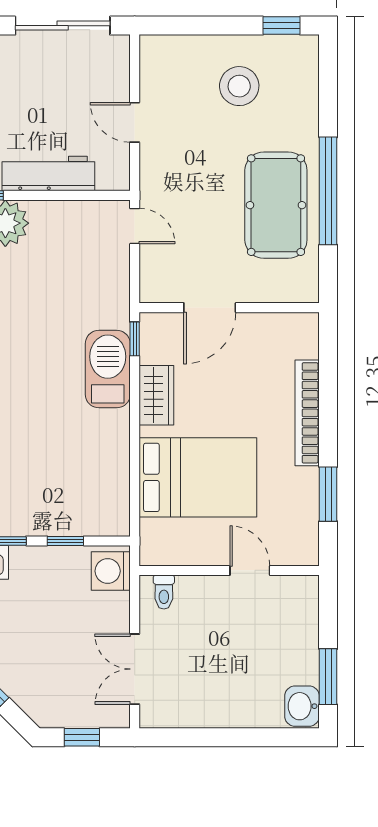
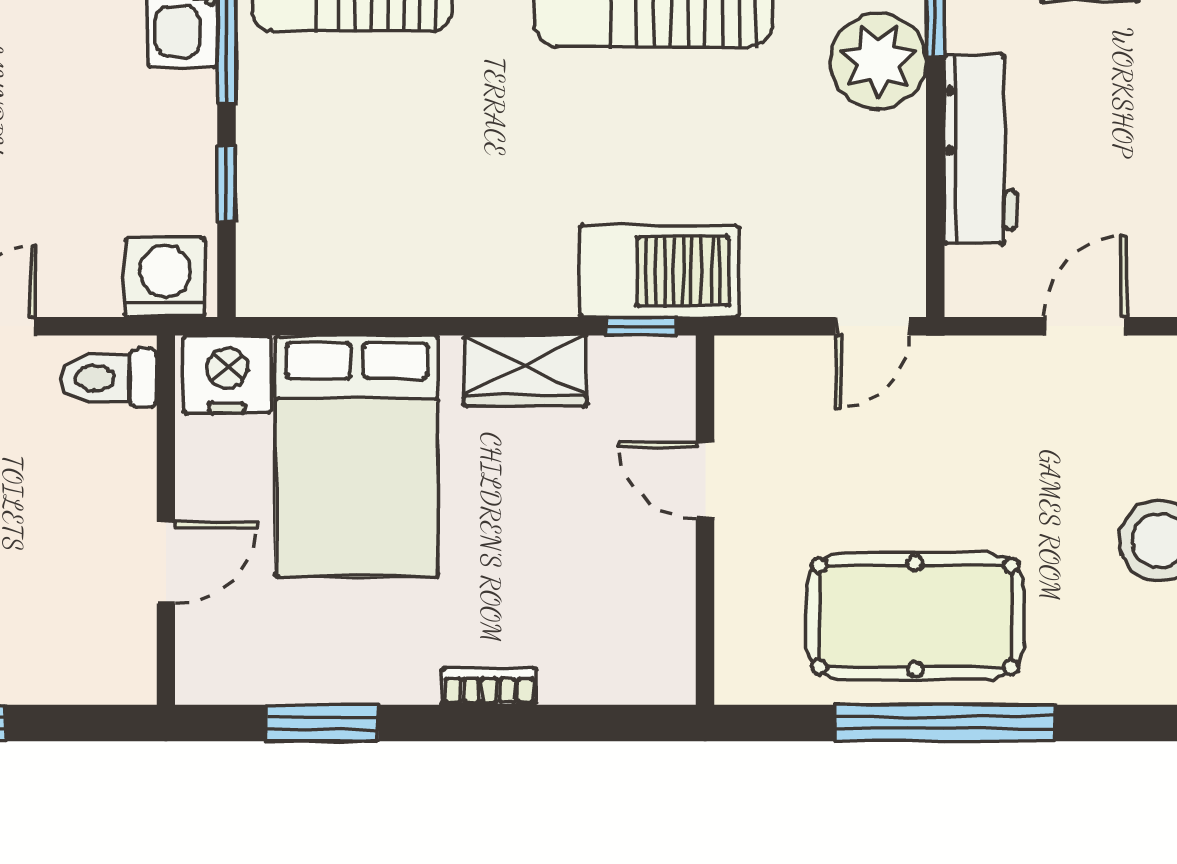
door: (210, 308) -> (705, 480), width x0.73
barbecue: (108, 369) -> (659, 271), moved
bookcase: (307, 413) -> (489, 686), width x0.43, depth x0.76
nightstand: (158, 541) -> (227, 374), added
toilet: (164, 592) -> (108, 378), width x1.37, depth x1.39

